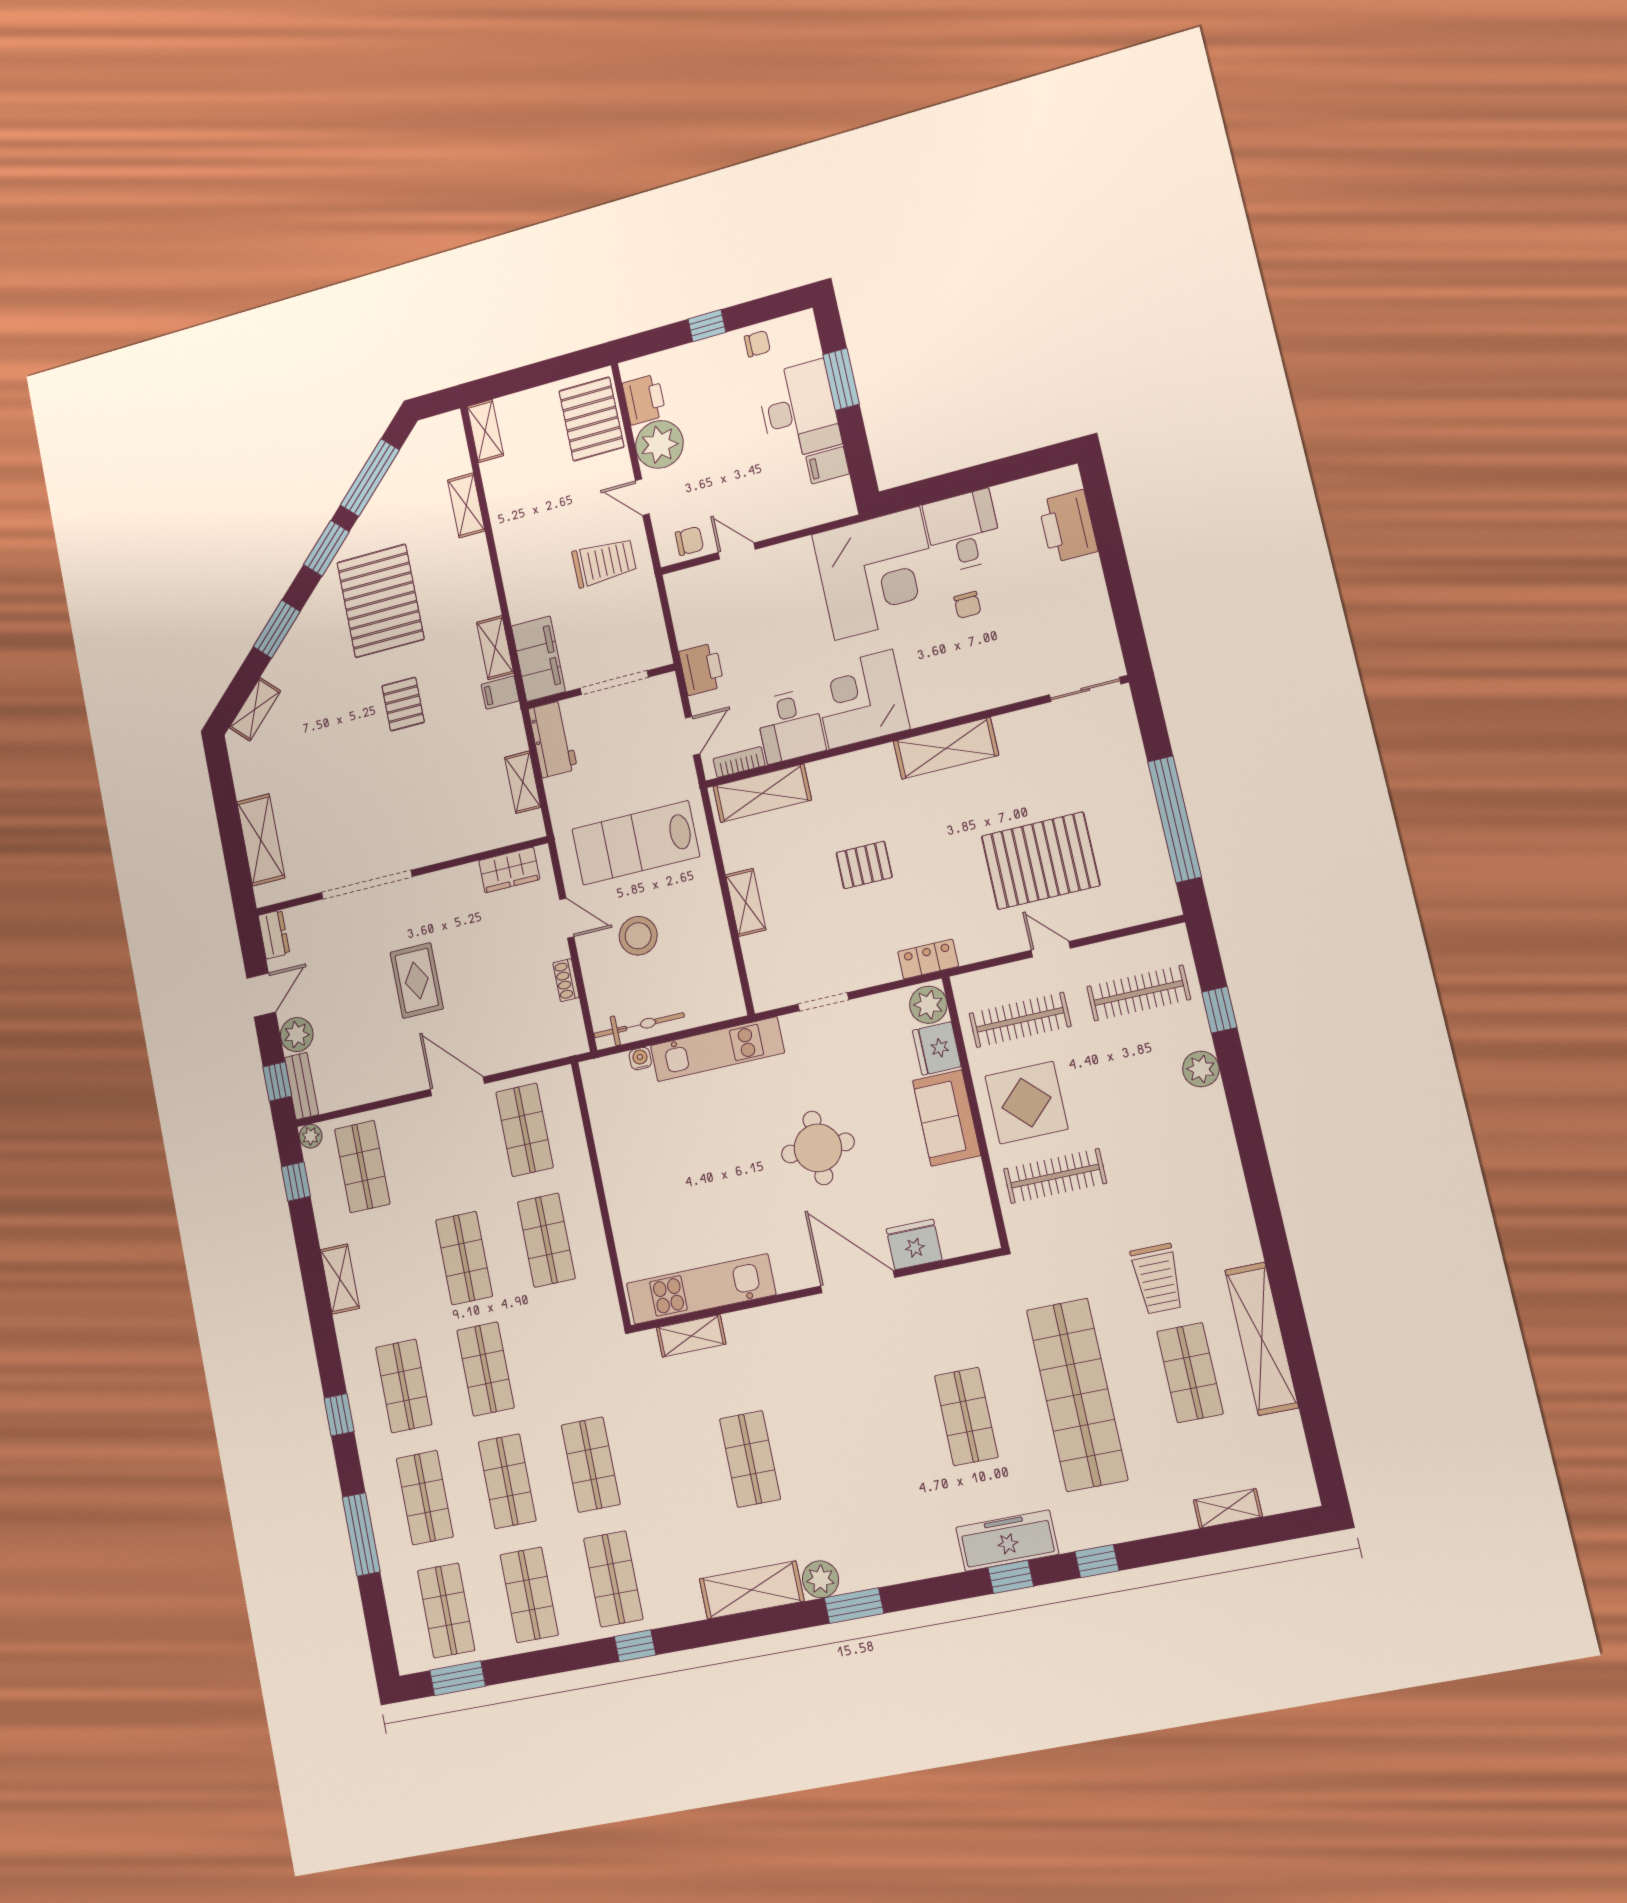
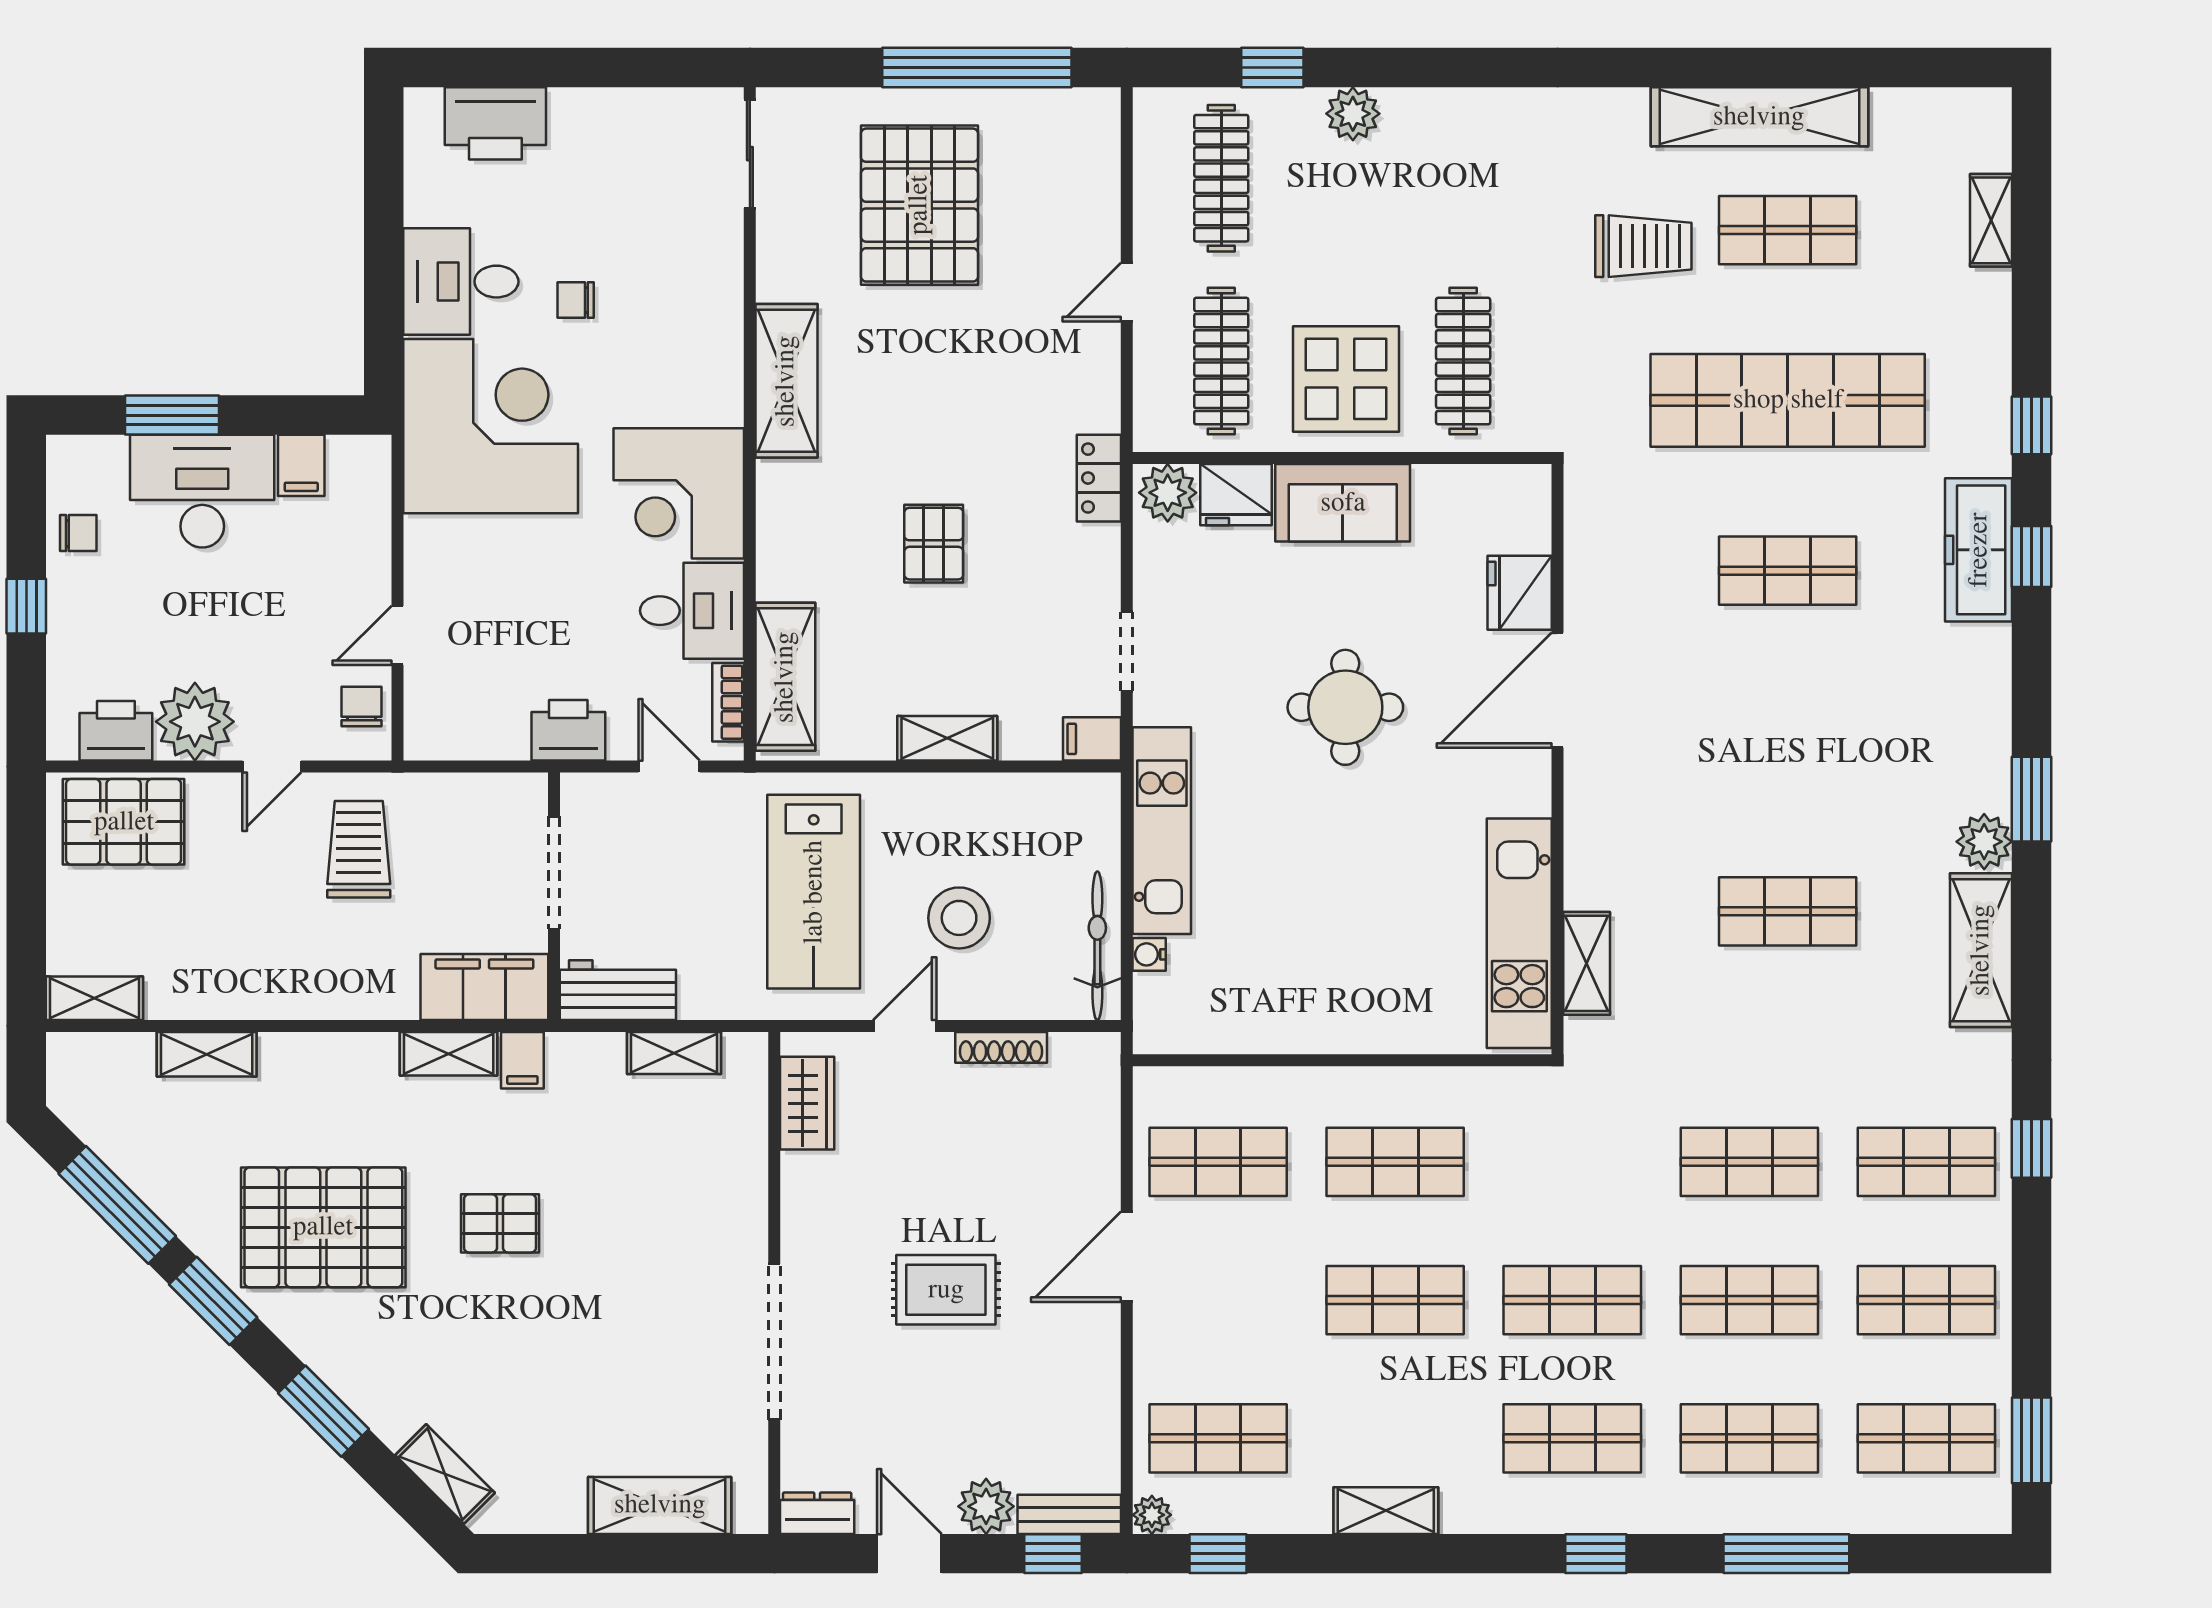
chair: (757, 344) -> (78, 533), turned 90
chair: (967, 605) -> (576, 300), turned 180
pallet: (1041, 861) -> (919, 205), moved
shoe rack: (566, 980) -> (1001, 1047), width x1.43
filing cabinet: (764, 993) -> (1092, 739), added

